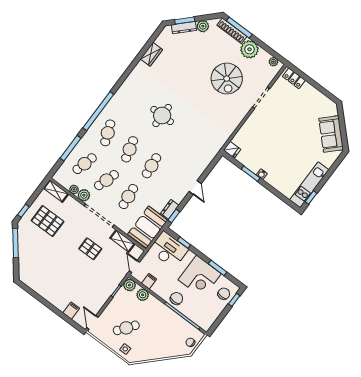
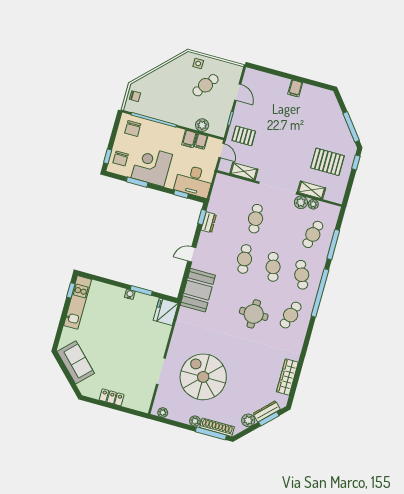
plant: (250, 49) -> (195, 421), width x0.53, depth x0.53
wardrobe: (151, 54) -> (287, 377), width x1.50
locker: (294, 78) -> (112, 397), moved
spiral stairs: (227, 79) -> (203, 377), width x1.37, depth x1.37
fridge: (232, 150) -> (166, 312), width x1.88, depth x1.34
cafe table: (106, 180) -> (291, 315), moved
door: (195, 187) -> (192, 254), hinge flipped
shelving: (56, 191) -> (312, 190), moved
booth: (148, 227) -> (198, 290), moved
pallet: (90, 249) -> (244, 136), moved
plant: (129, 285) -> (219, 130), removed
filing cabinet: (158, 287) -> (189, 139), added
chair: (176, 298) -> (133, 129), moved
filing cabinet: (71, 310) -> (295, 88), moved
door: (92, 322) -> (238, 92), moved

